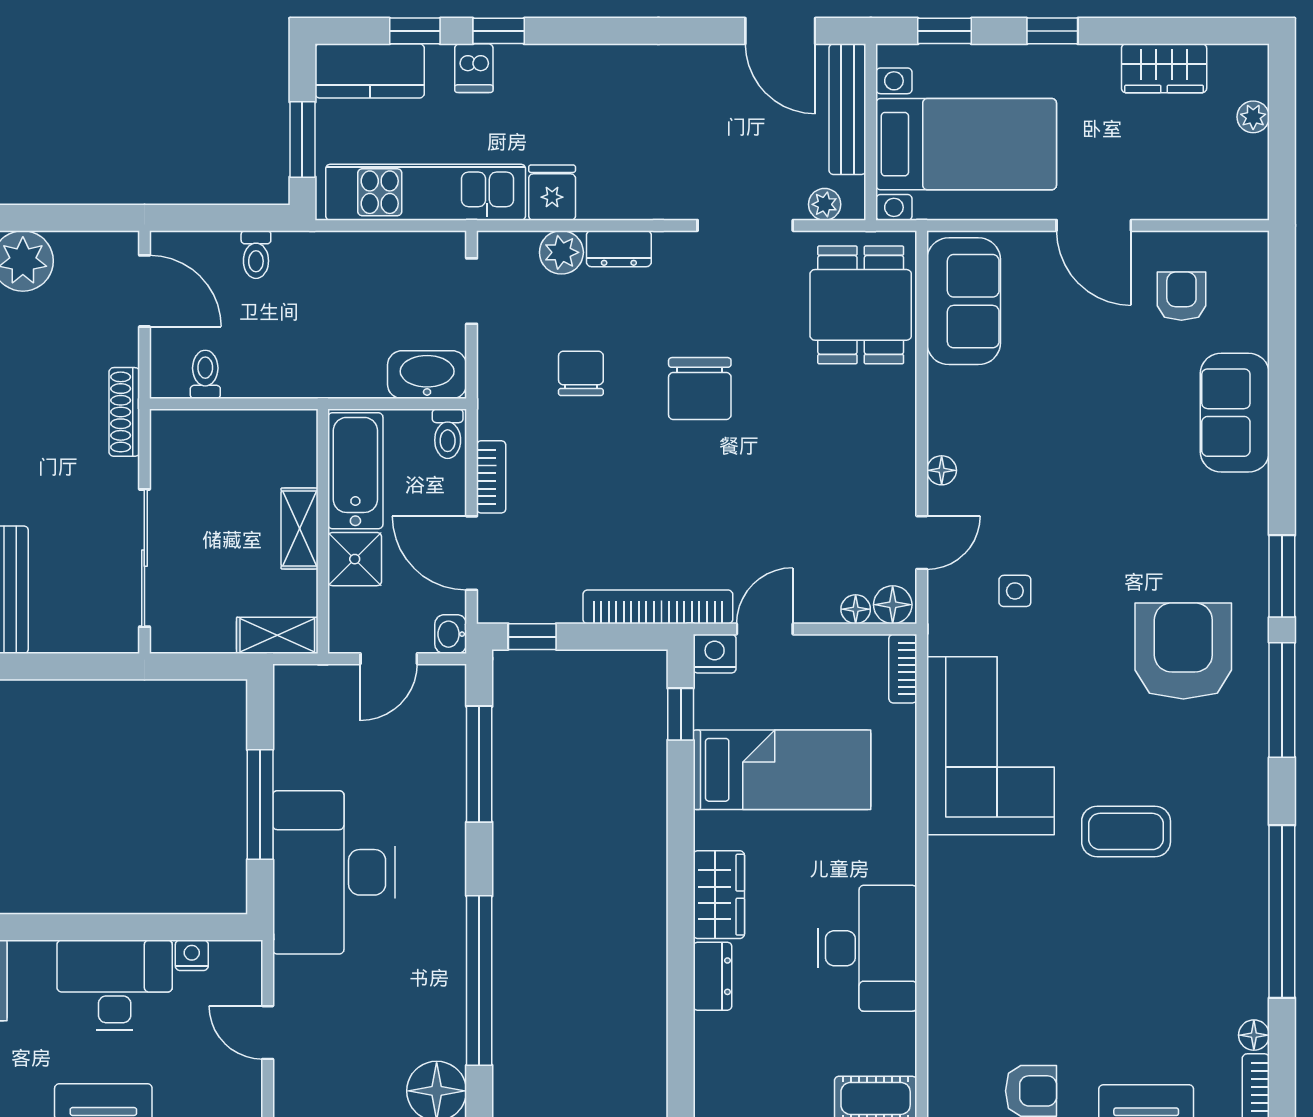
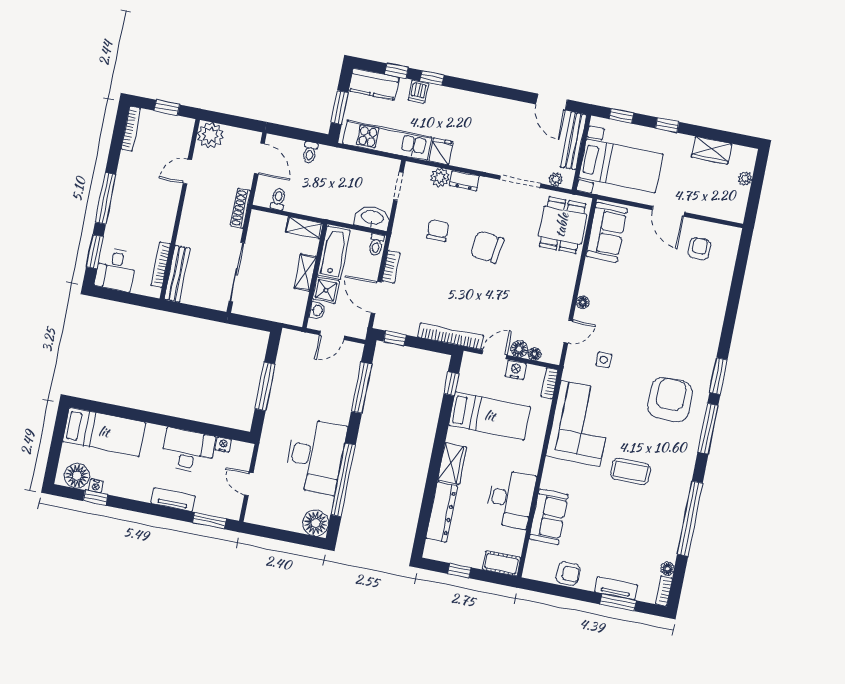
chair: (700, 389) -> (487, 247), turned 97
sofa: (1235, 413) -> (549, 517), moved, turned 180
floor lamp: (893, 605) -> (519, 349), moved
washbasin: (451, 634) -> (317, 310), moved, turned 180
shelving: (277, 635) -> (304, 228), moved
nightstand: (715, 654) -> (516, 370), moved
desk: (334, 872) -> (315, 456), moved, turned 180
dresser: (712, 976) -> (442, 512), width x1.96, depth x1.24

